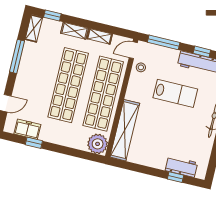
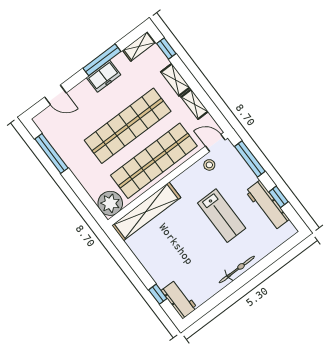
freezer: (27, 129) -> (104, 76), moved, turned 90
window: (34, 143) -> (51, 154), width x2.17
workbench: (181, 167) -> (179, 299), moved

